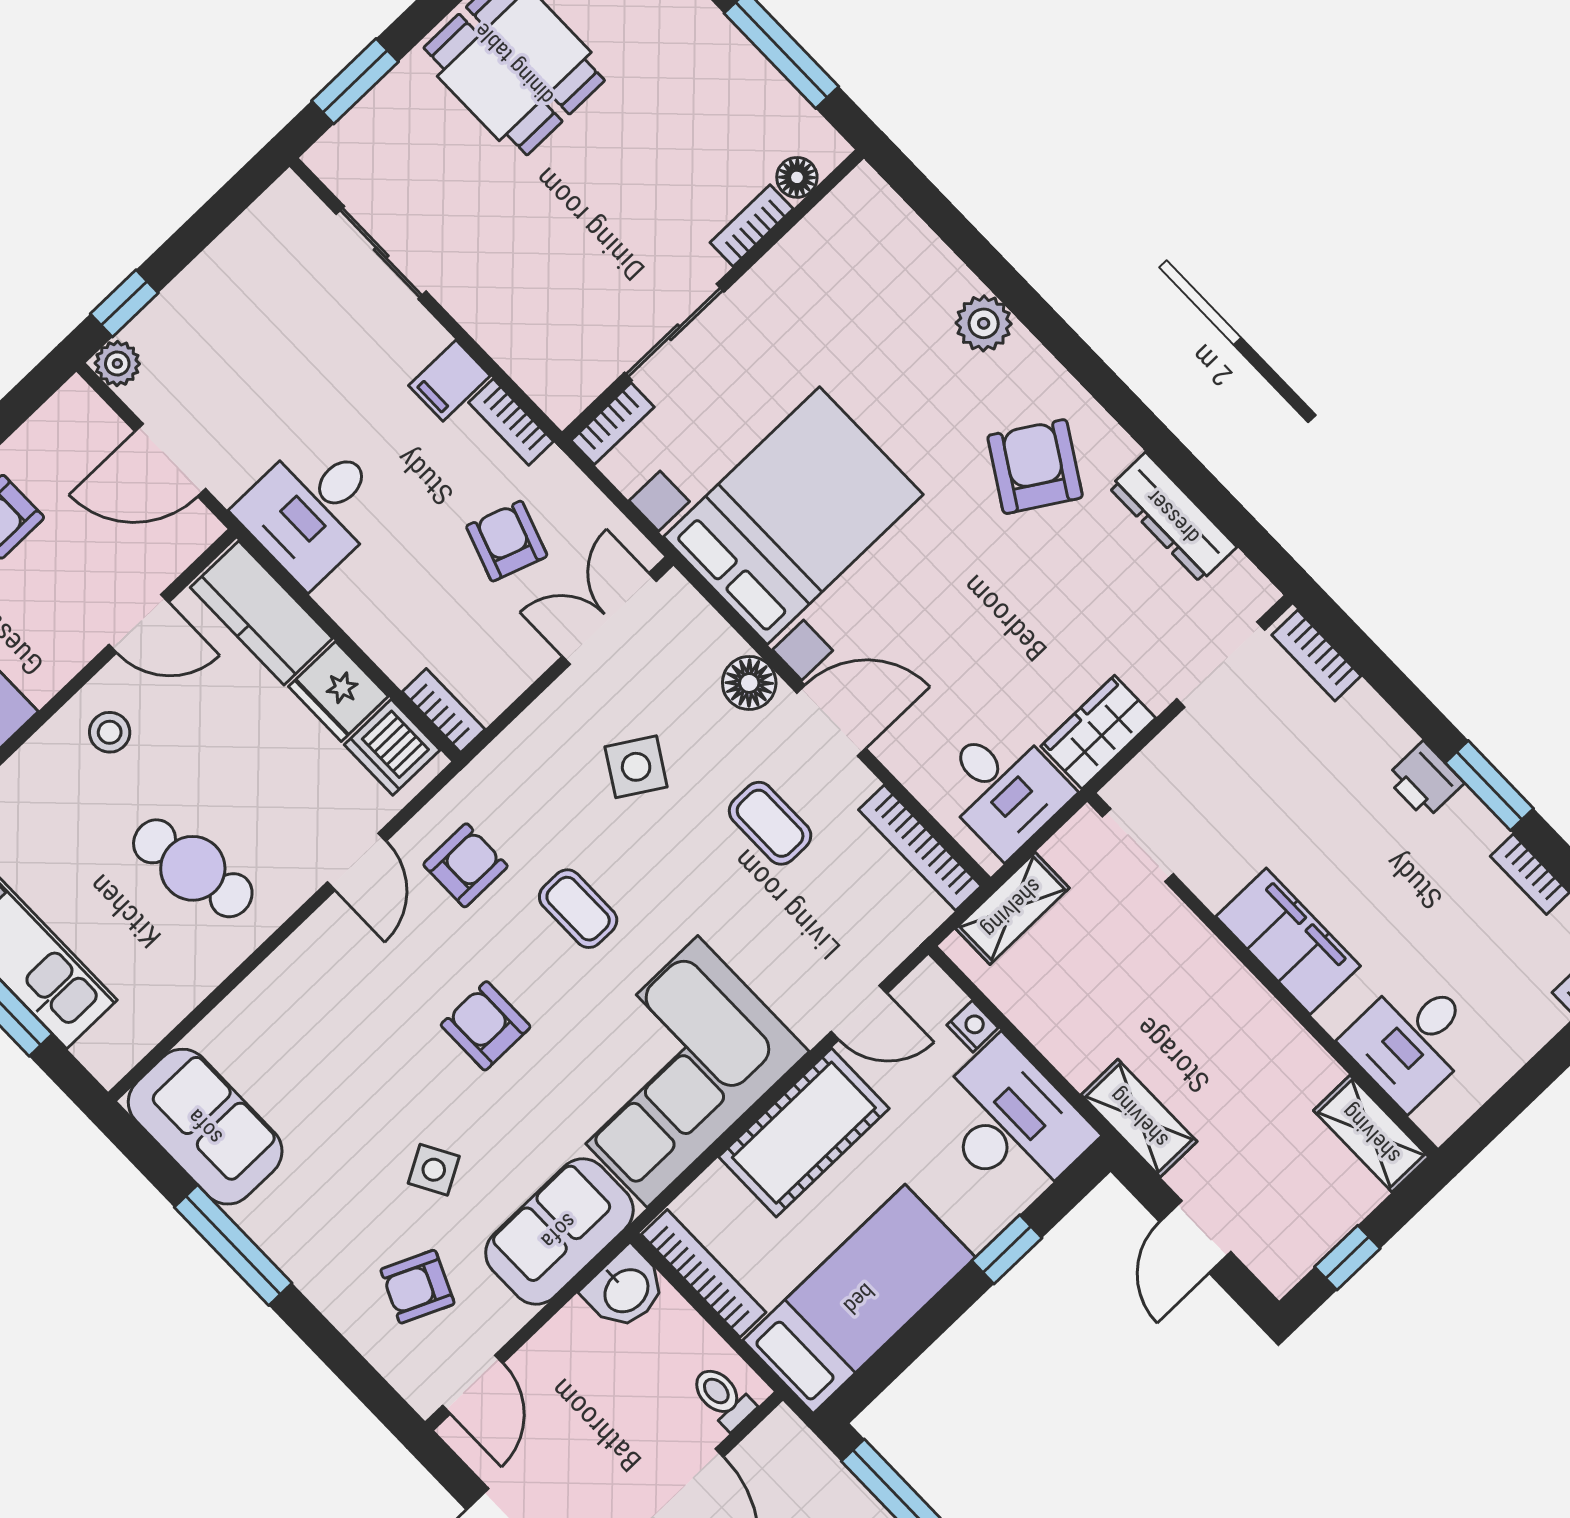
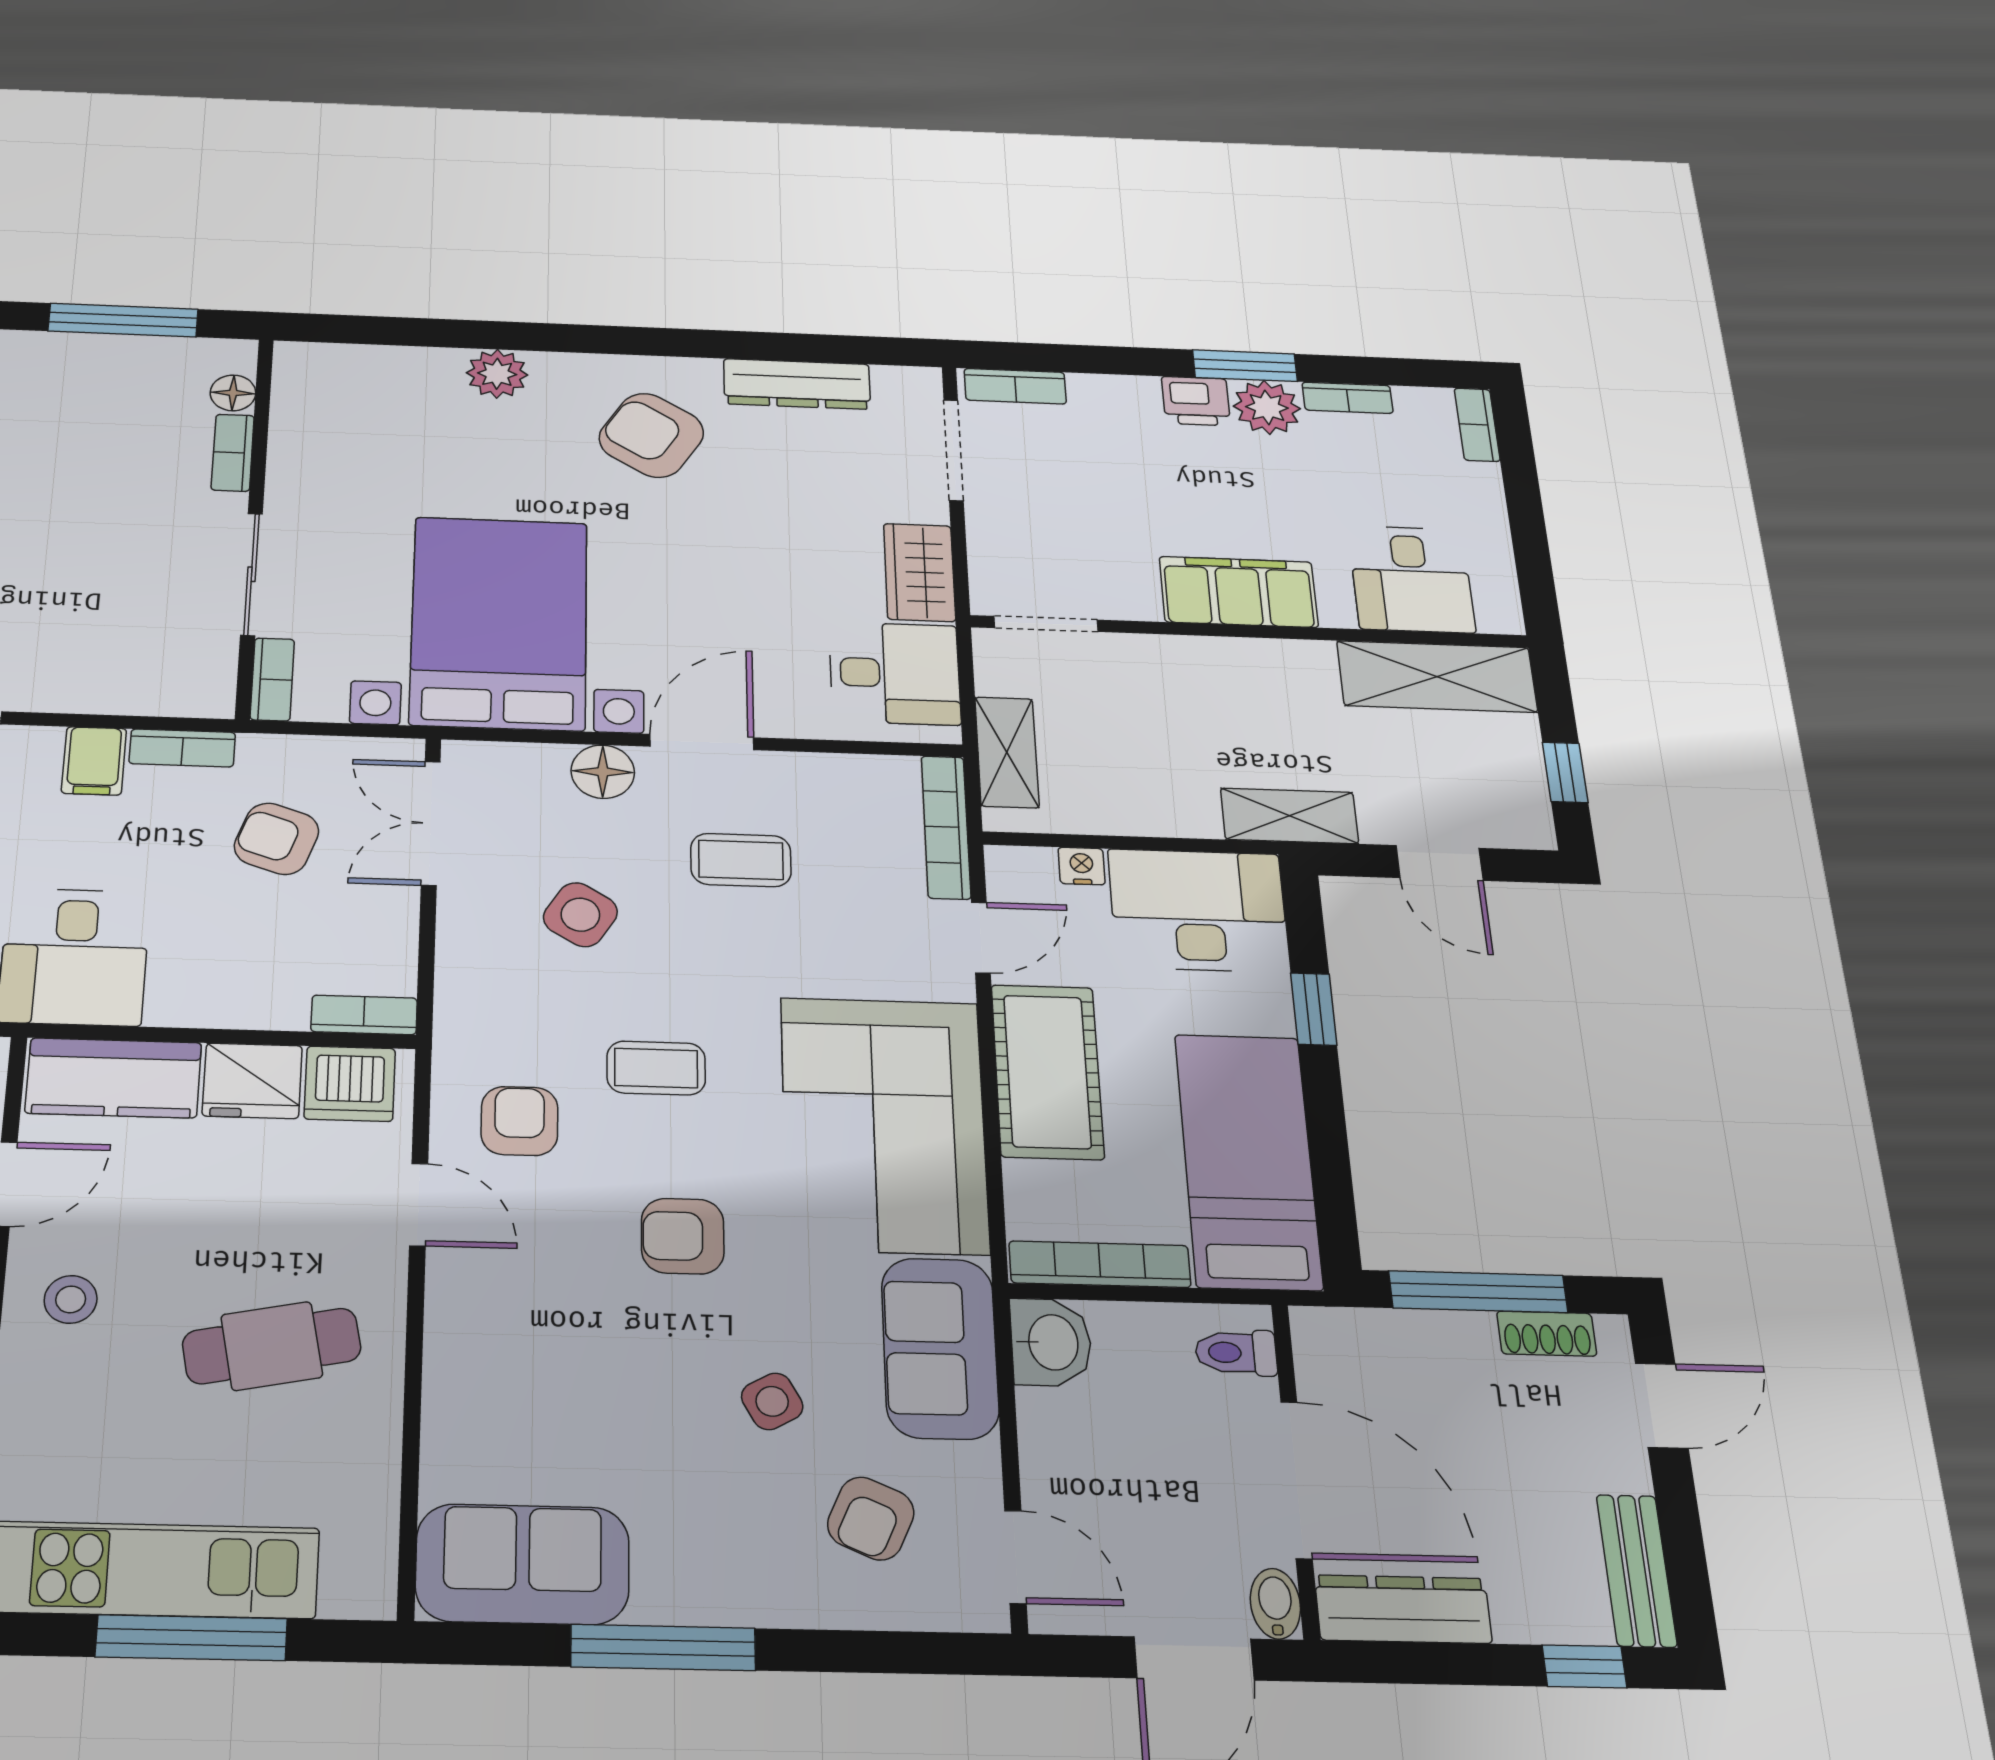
plant: (1467, 830) -> (1267, 407), added
bookcase: (920, 848) -> (946, 827), moved, turned 90
shelving: (1371, 1134) -> (1437, 677), width x1.50, depth x1.33

